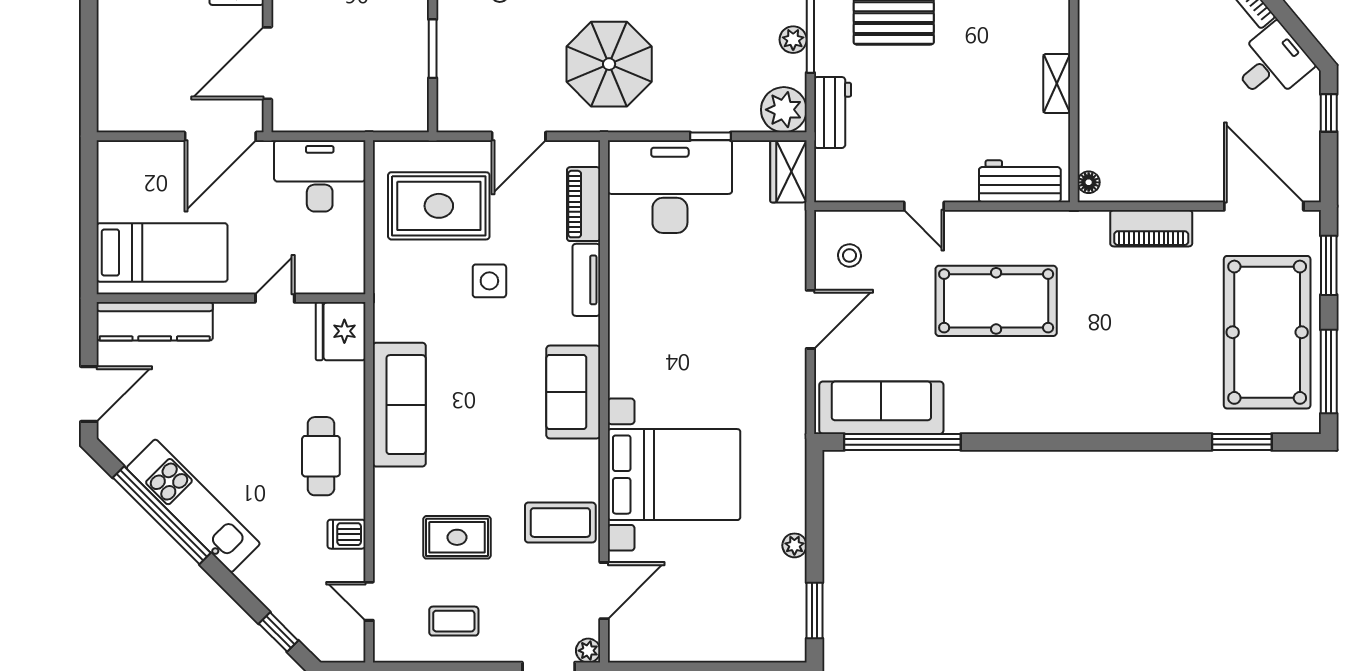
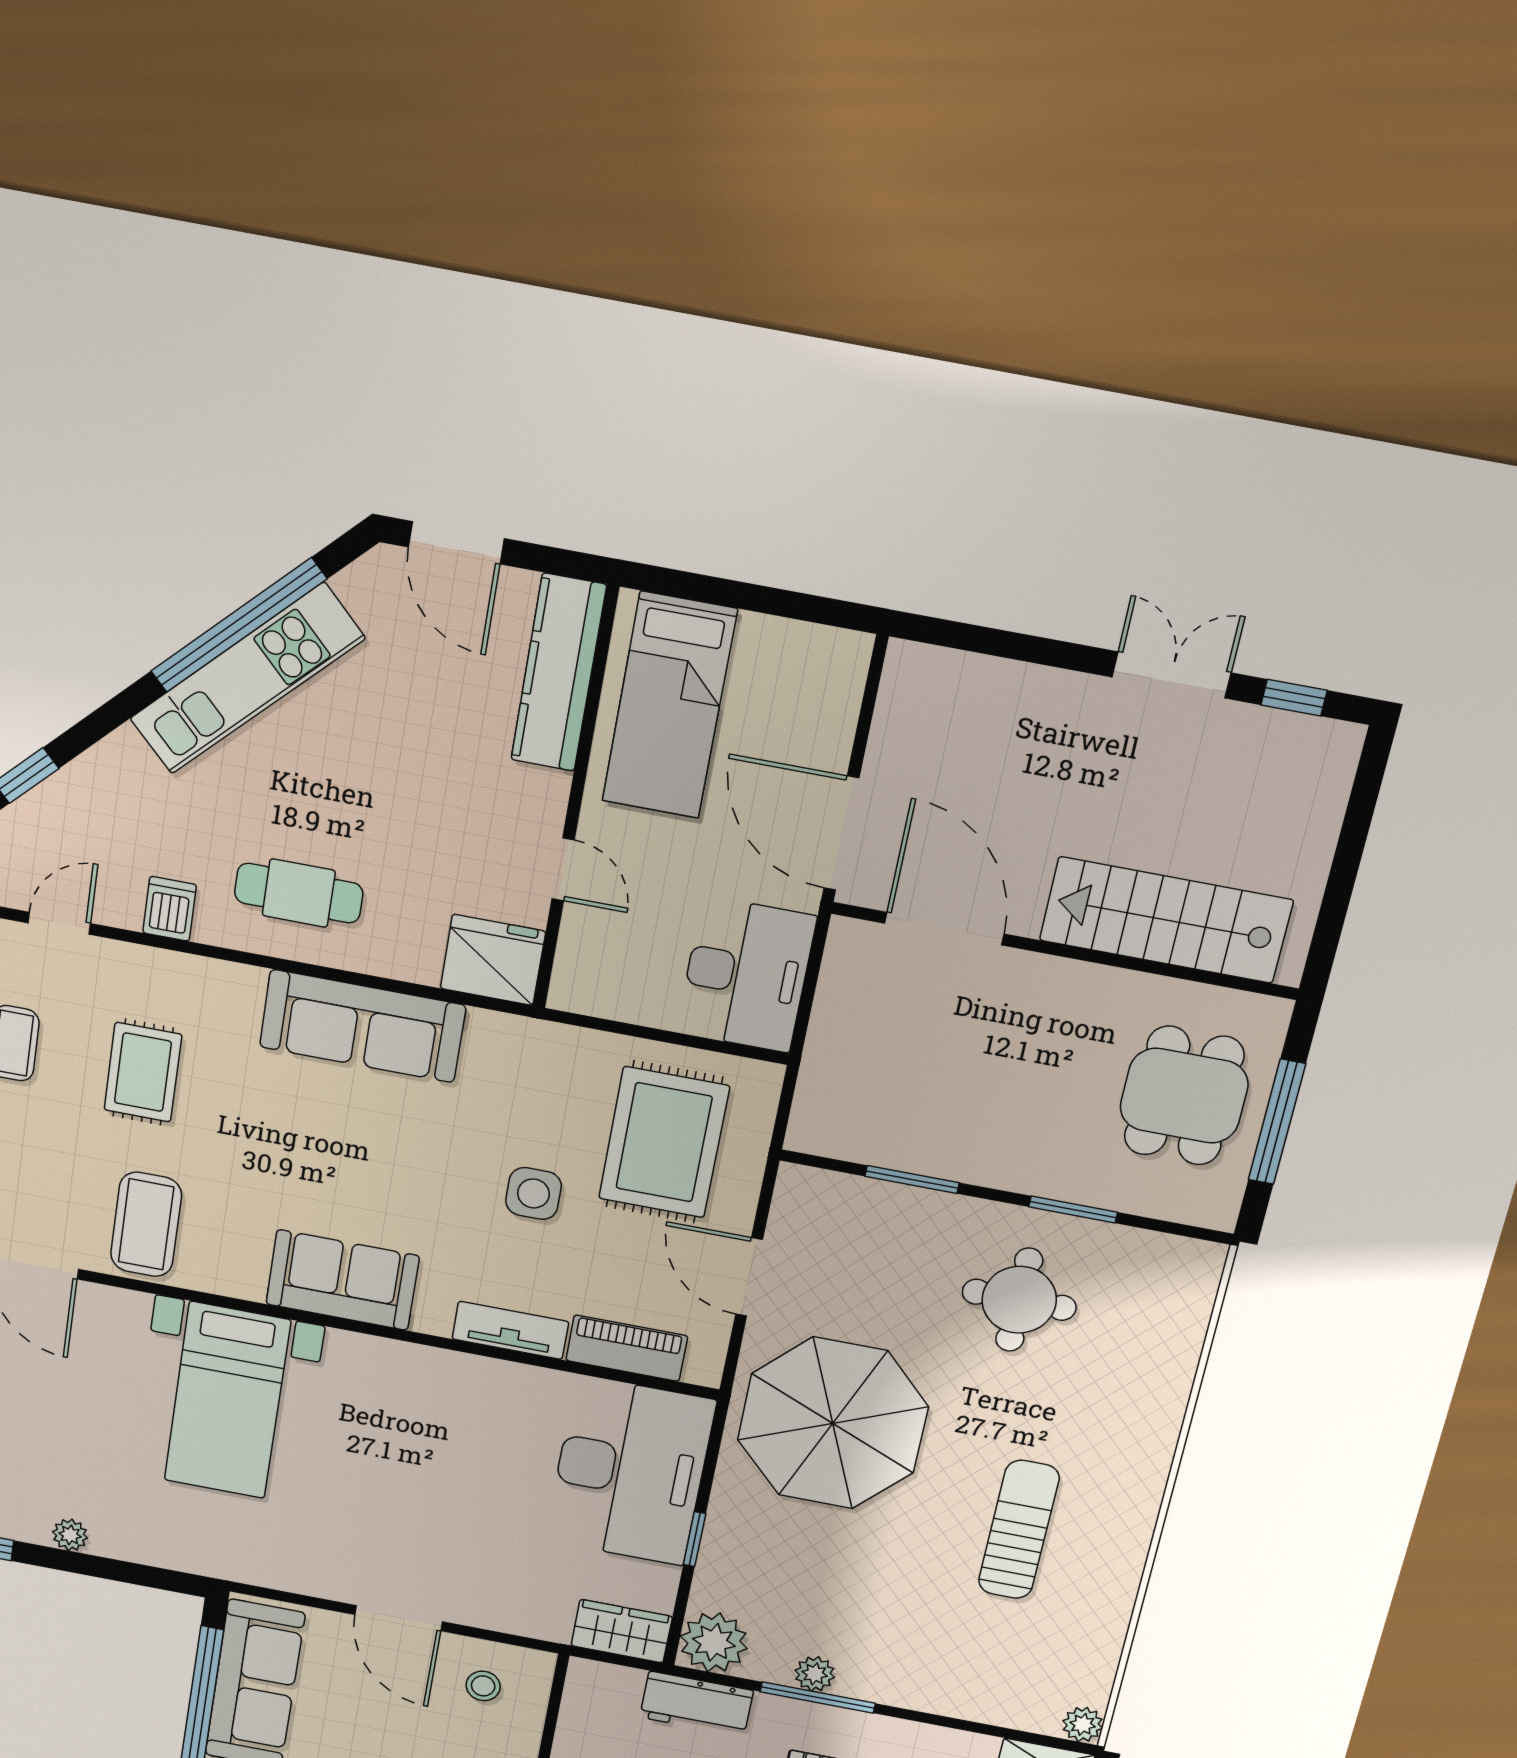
parasol: (609, 64) -> (833, 1423), width x1.36, depth x1.36
bed with nightstands: (674, 475) -> (227, 1401), width x0.73

